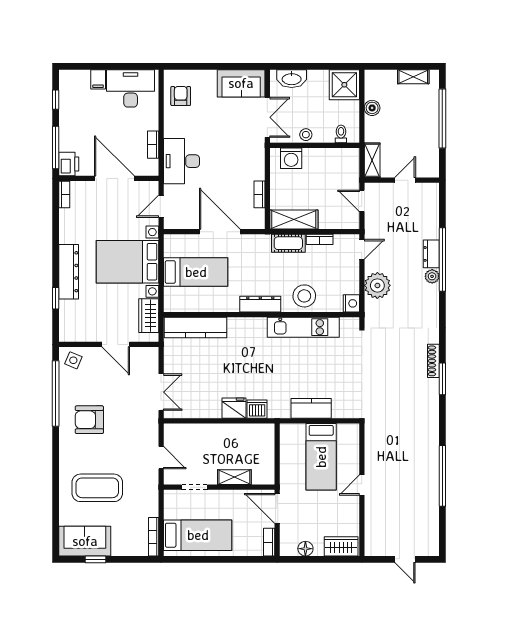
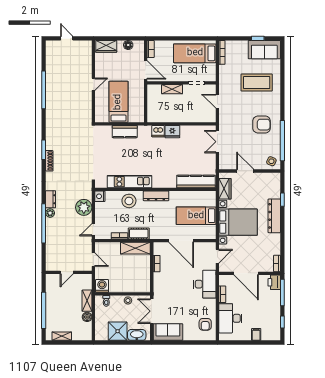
shower: (344, 85) -> (118, 331), moved
desk: (131, 88) -> (230, 318), moved, turned 90
washing machine: (291, 158) -> (102, 286), moved
shelving: (372, 160) -> (87, 301), moved
dresser: (431, 254) -> (51, 199), moved

